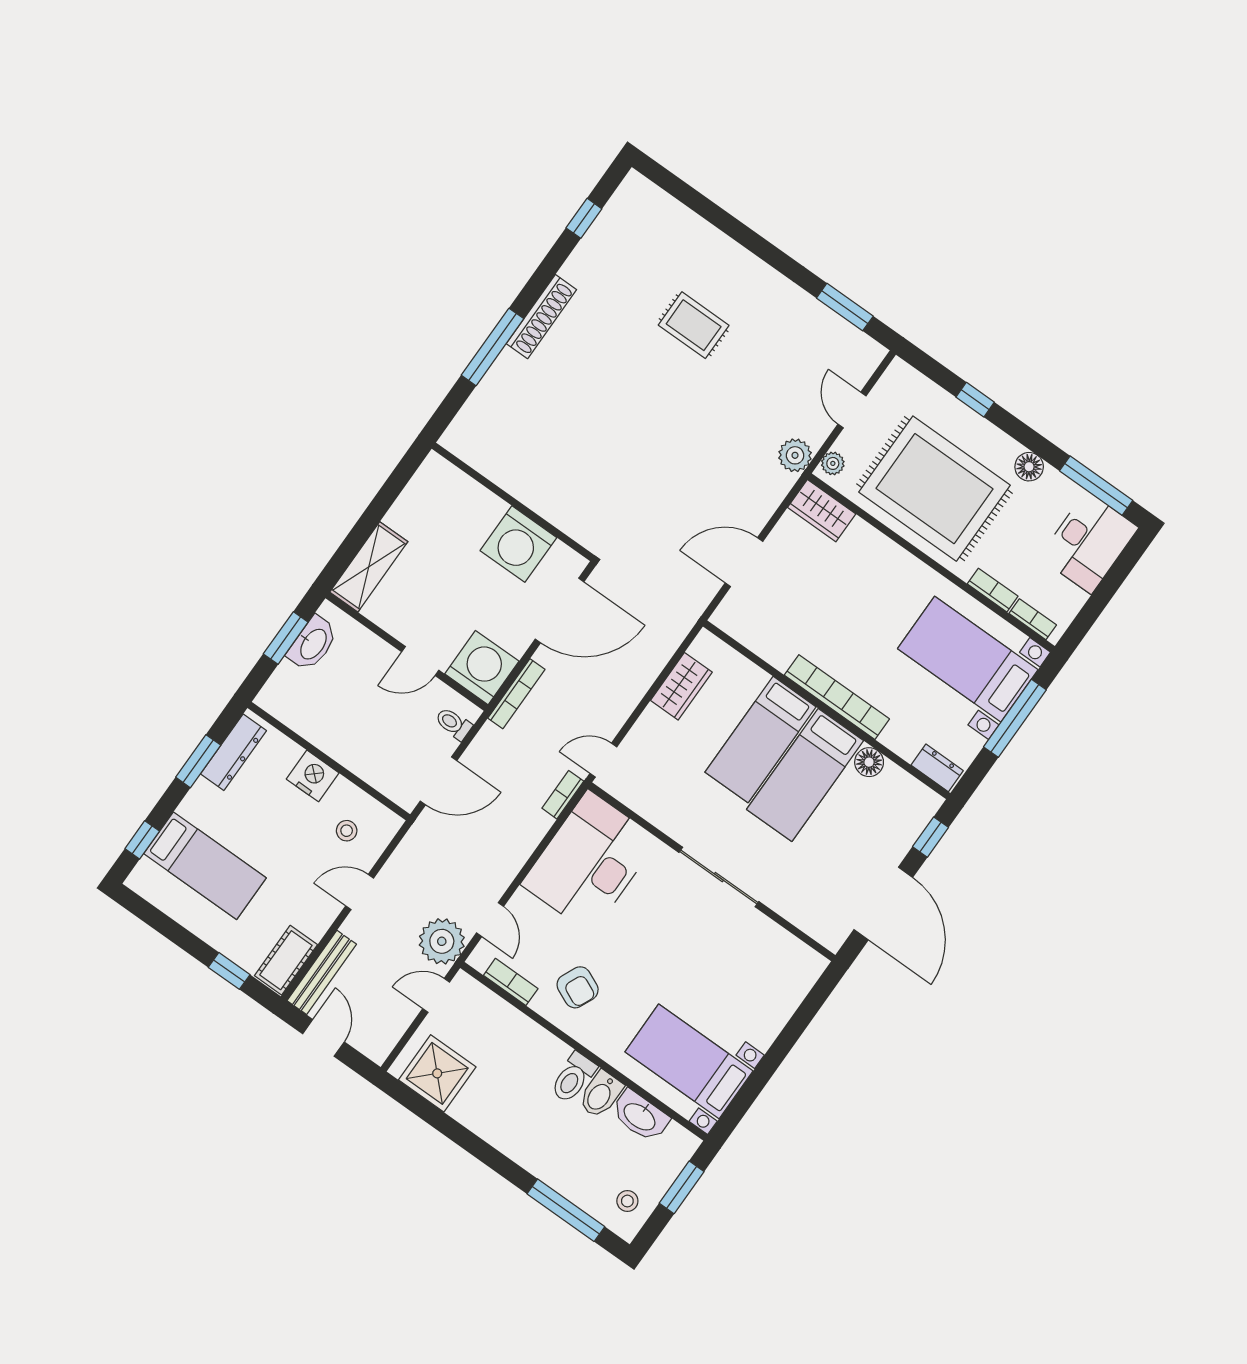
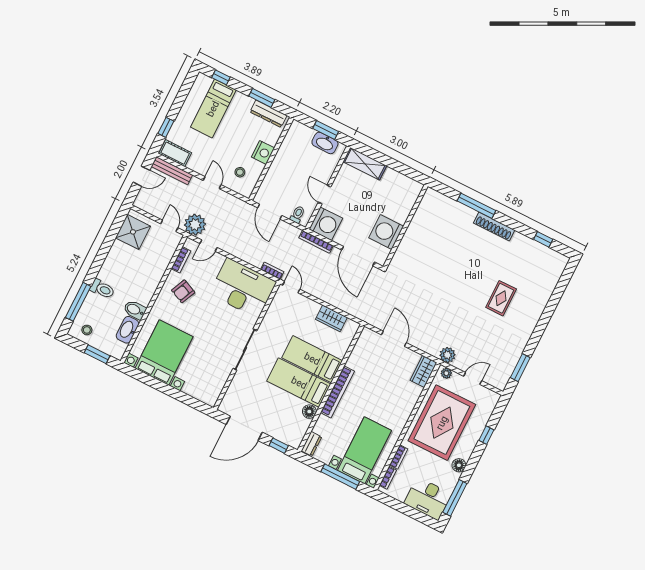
bed with nightstands: (689, 1061) -> (164, 352), width x1.36
toilet: (573, 1078) -> (102, 289), moved, turned 180

